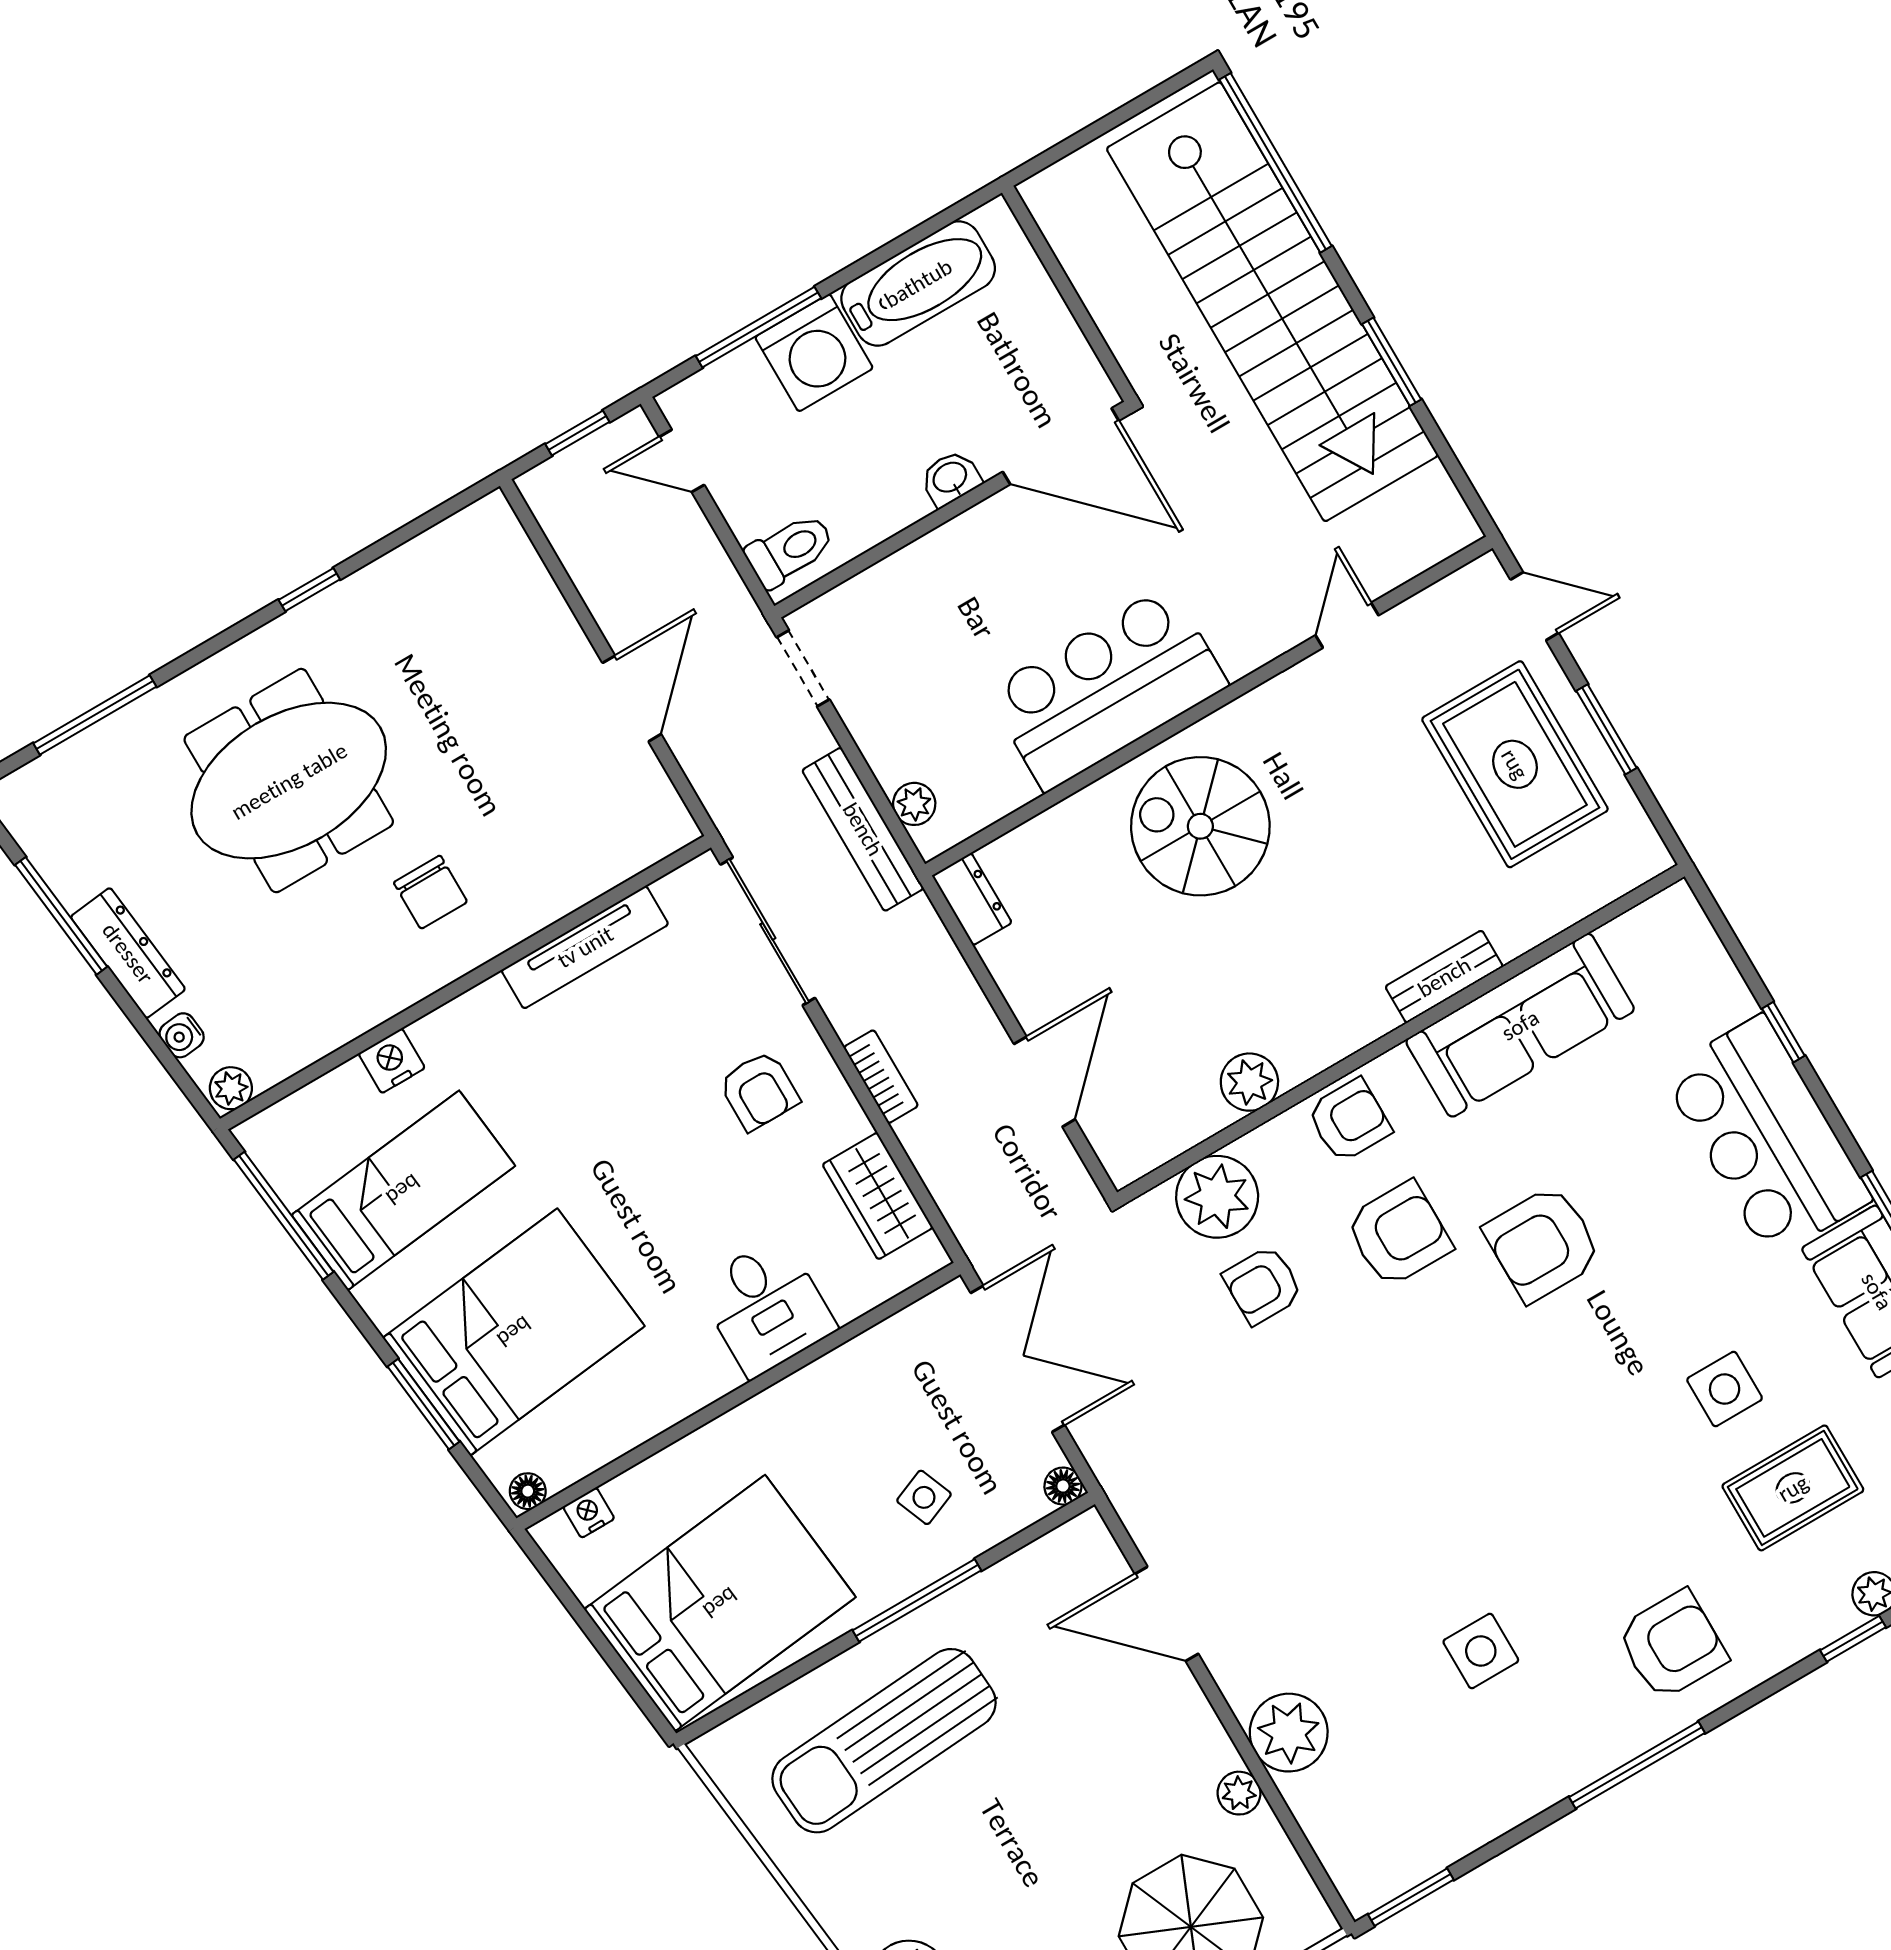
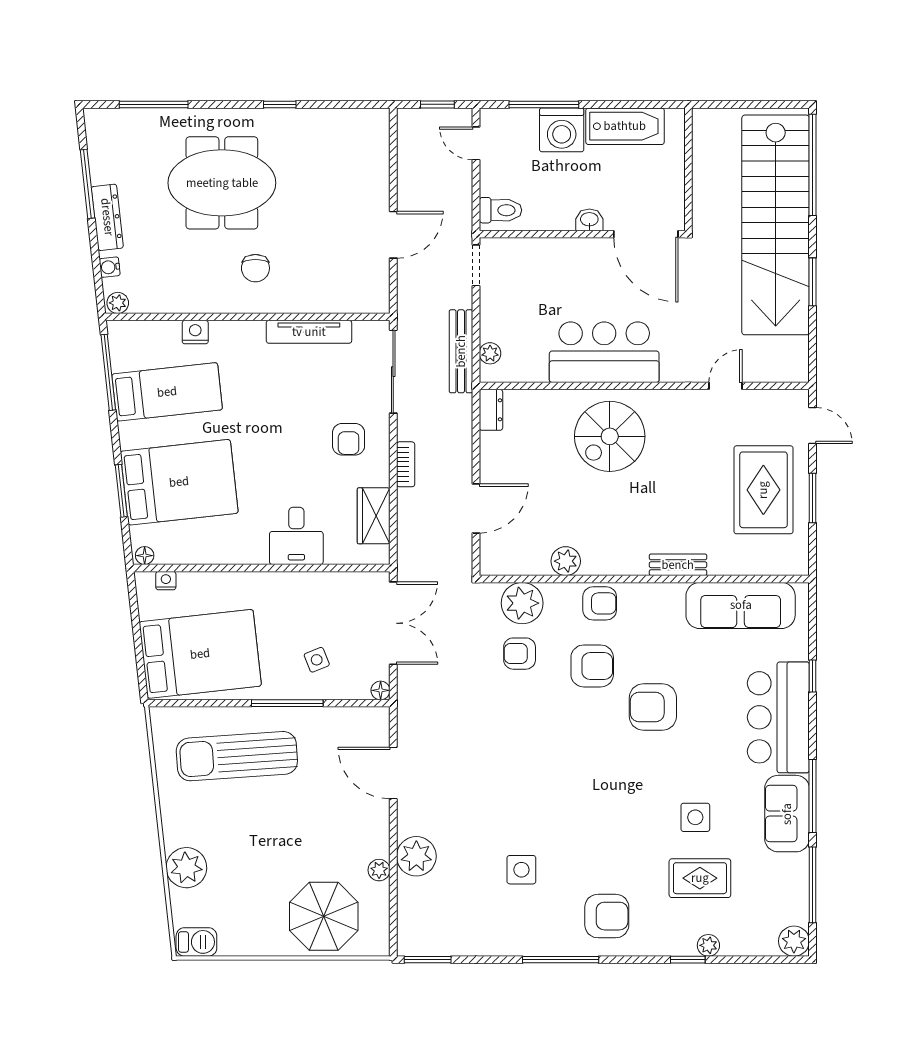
spiral stairs: (1200, 826) -> (610, 436), turned -90
sofa: (1520, 1025) -> (741, 605), moved

